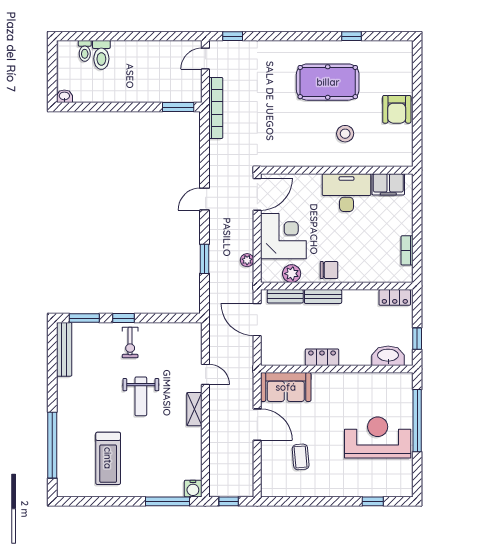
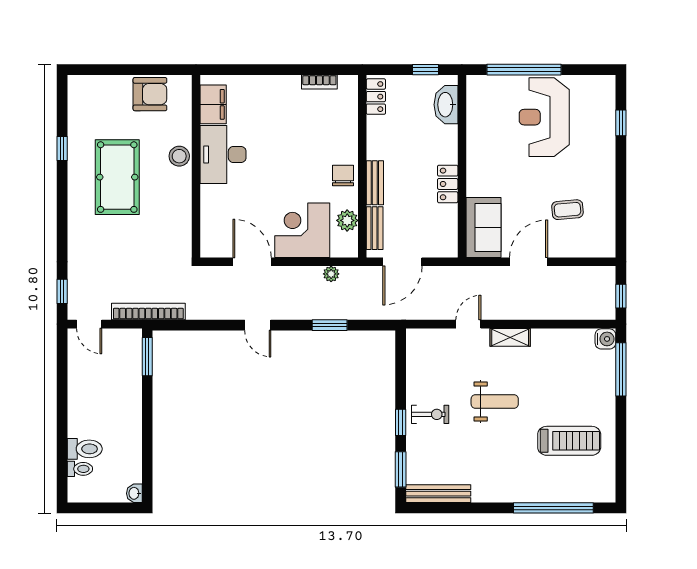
wall: (337, 170) -> (196, 166), moved
filing cabinet: (388, 184) -> (213, 104), moved
desk: (347, 193) -> (223, 155), moved

